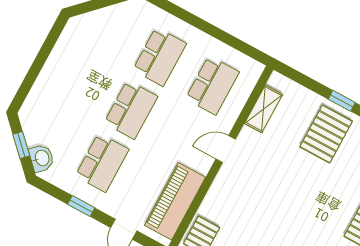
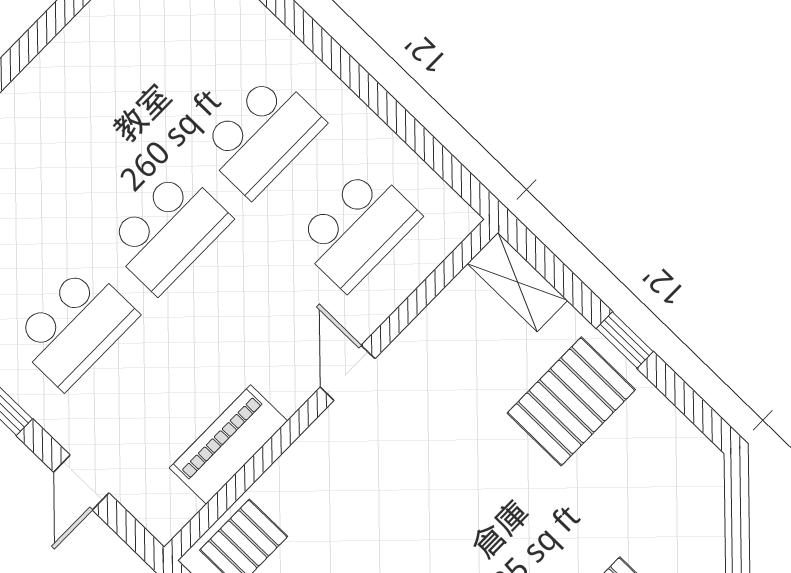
shelving: (264, 109) -> (517, 282), moved, turned 90
door: (226, 149) -> (348, 373), hinge flipped
piano: (175, 201) -> (228, 445), width x0.73, depth x0.75

